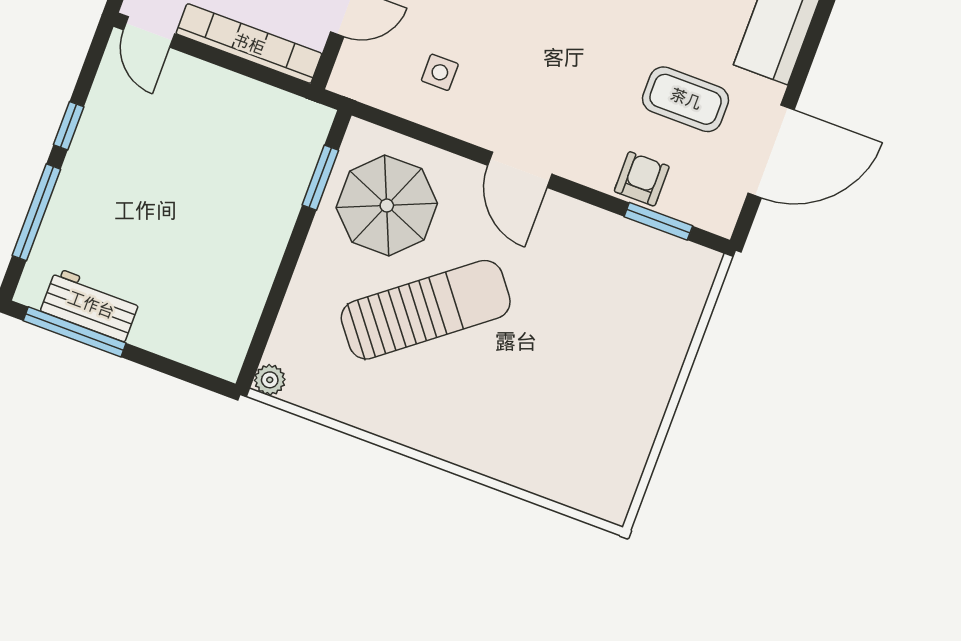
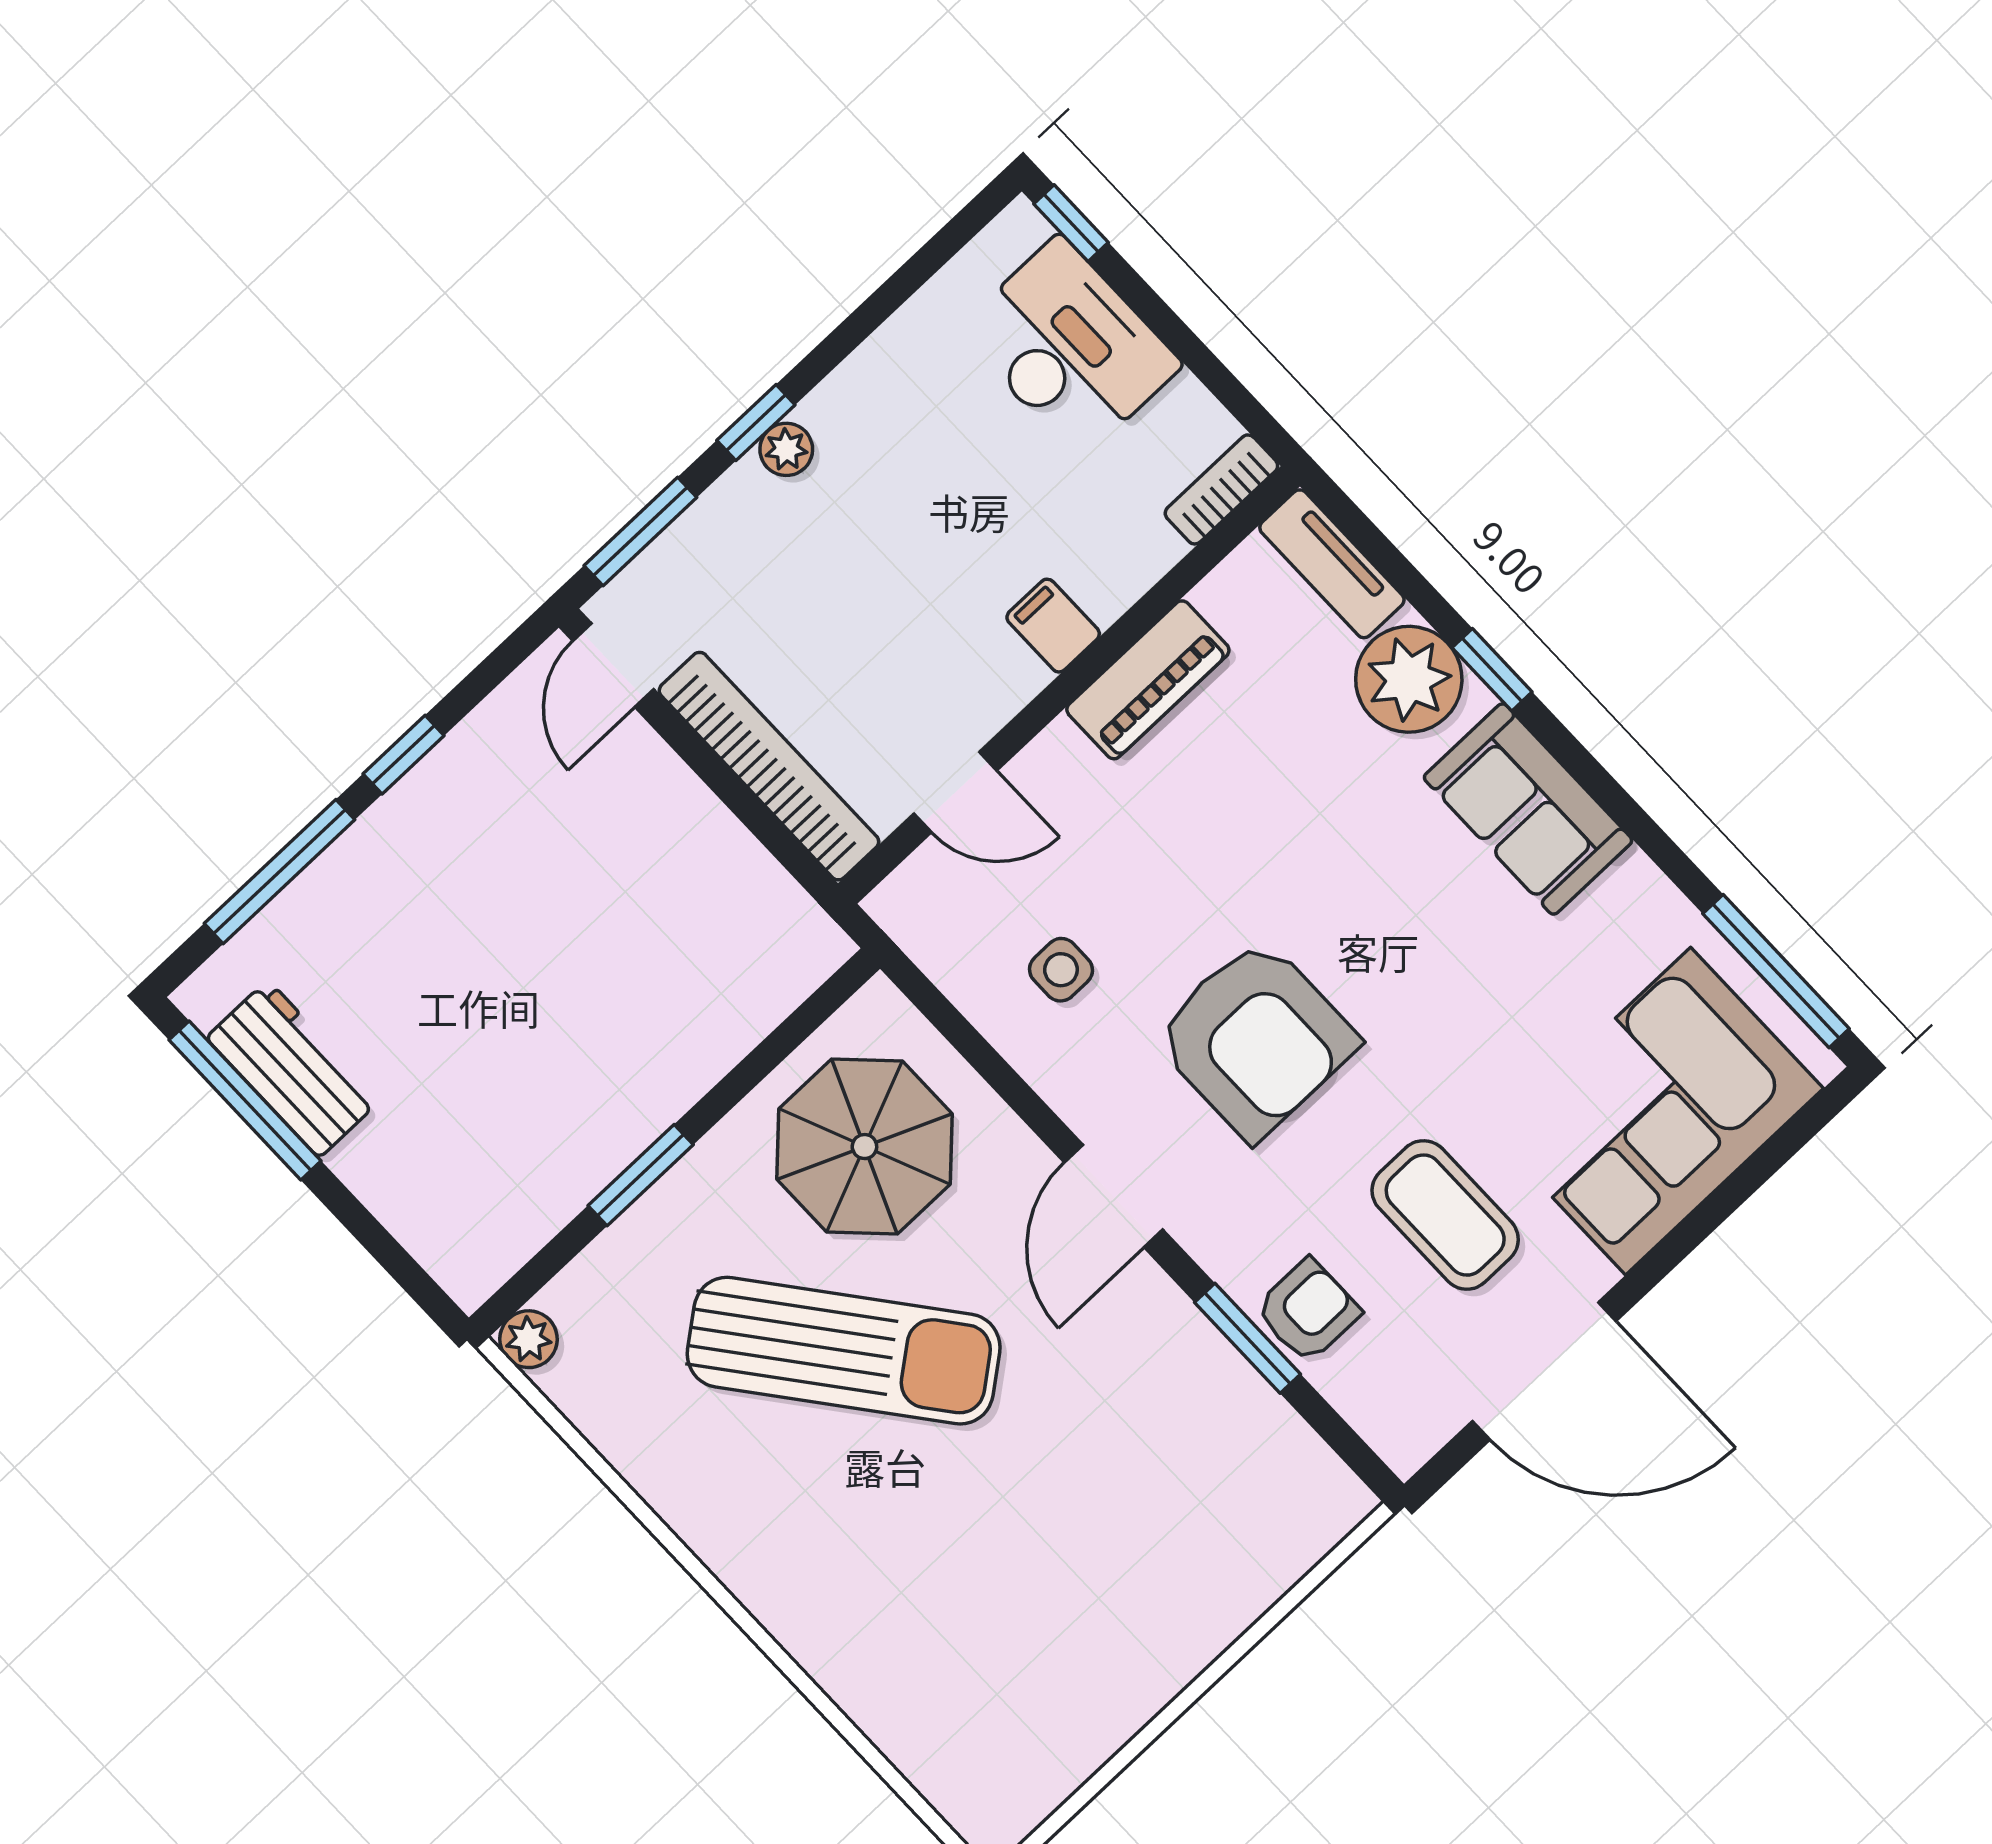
armchair: (551, 59) -> (1256, 1039), added
window: (320, 178) -> (641, 1175), moved
window: (658, 221) -> (1248, 1338), moved

